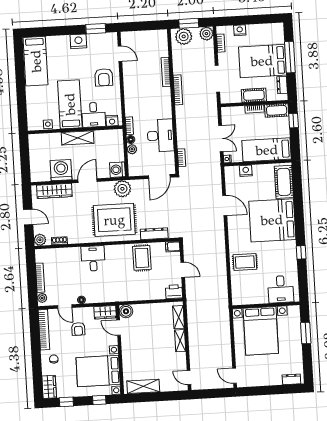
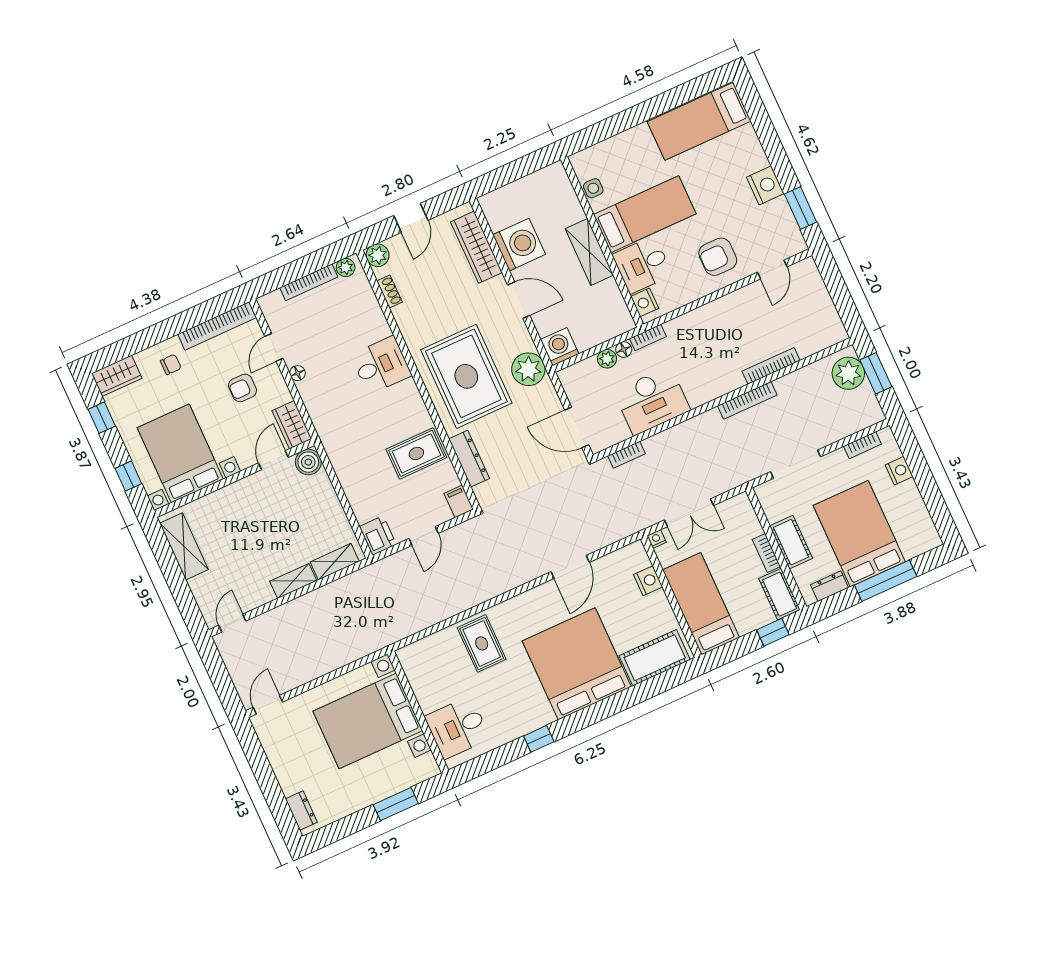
plant: (206, 34) -> (870, 412), removed
plant: (42, 298) -> (346, 268), moved

